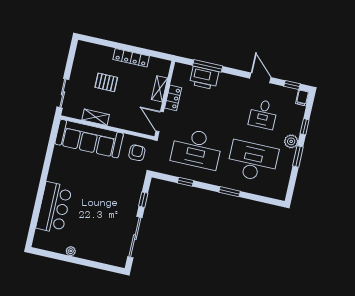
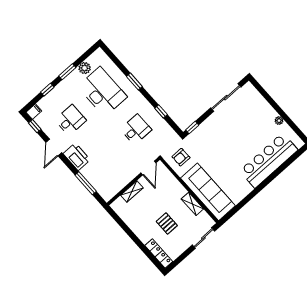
locker: (131, 58) -> (159, 254), moved
printer: (204, 78) -> (77, 157), moved
locker: (173, 98) -> (127, 178), removed
plant: (291, 141) -> (85, 68), moved
desk: (197, 149) -> (136, 129), width x0.53, depth x0.77
desk: (253, 161) -> (102, 92), turned 180
window: (143, 200) -> (192, 127), moved
bar counter: (54, 208) -> (269, 160), width x1.36

